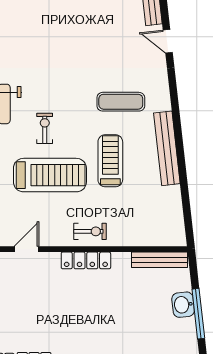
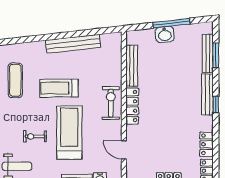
bench: (167, 148) -> (73, 44), moved
exercise bike: (90, 231) -> (111, 103), width x1.38, depth x1.39
bench: (160, 260) -> (132, 66), moved

